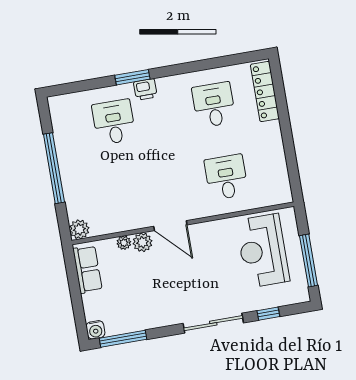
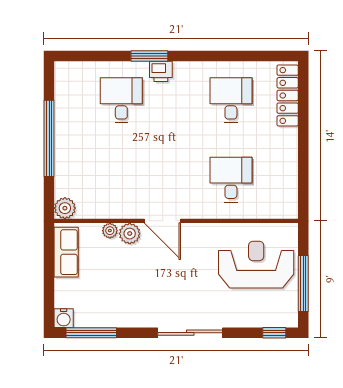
reception desk: (263, 251) -> (256, 265), turned 90
window: (268, 314) -> (274, 333), moved

